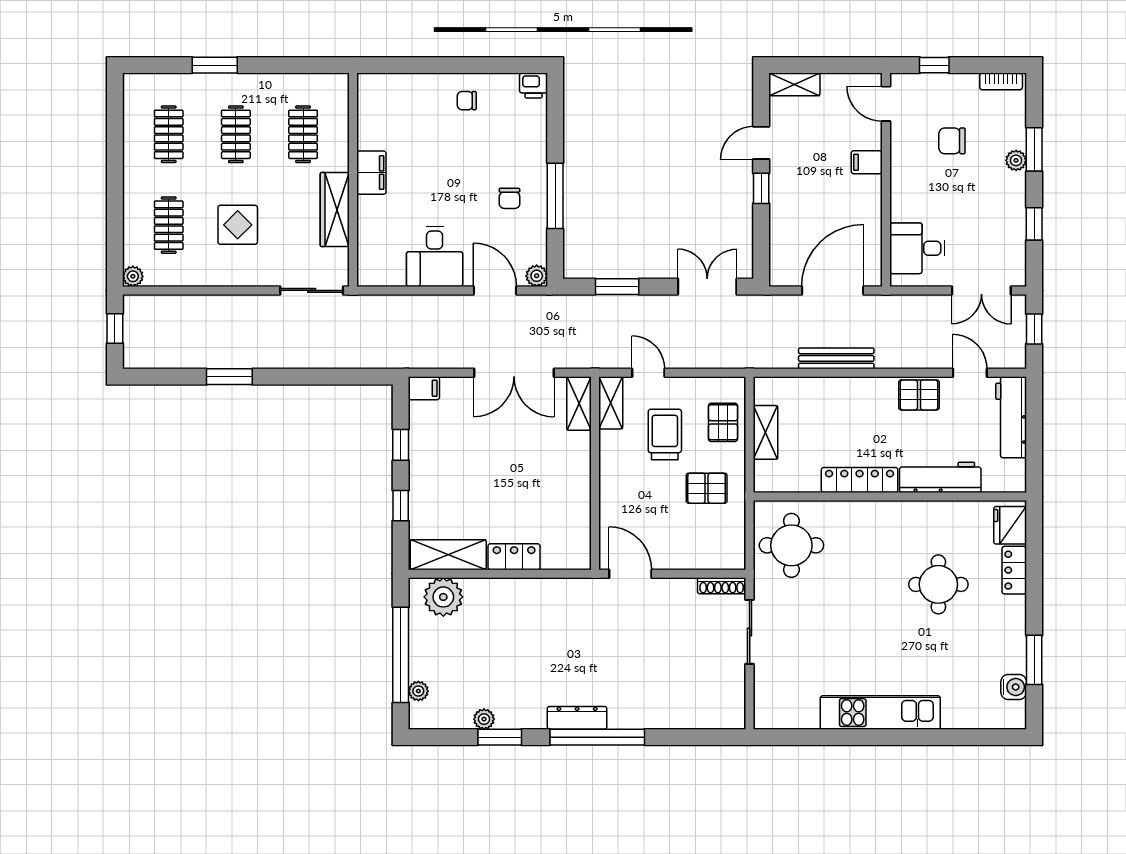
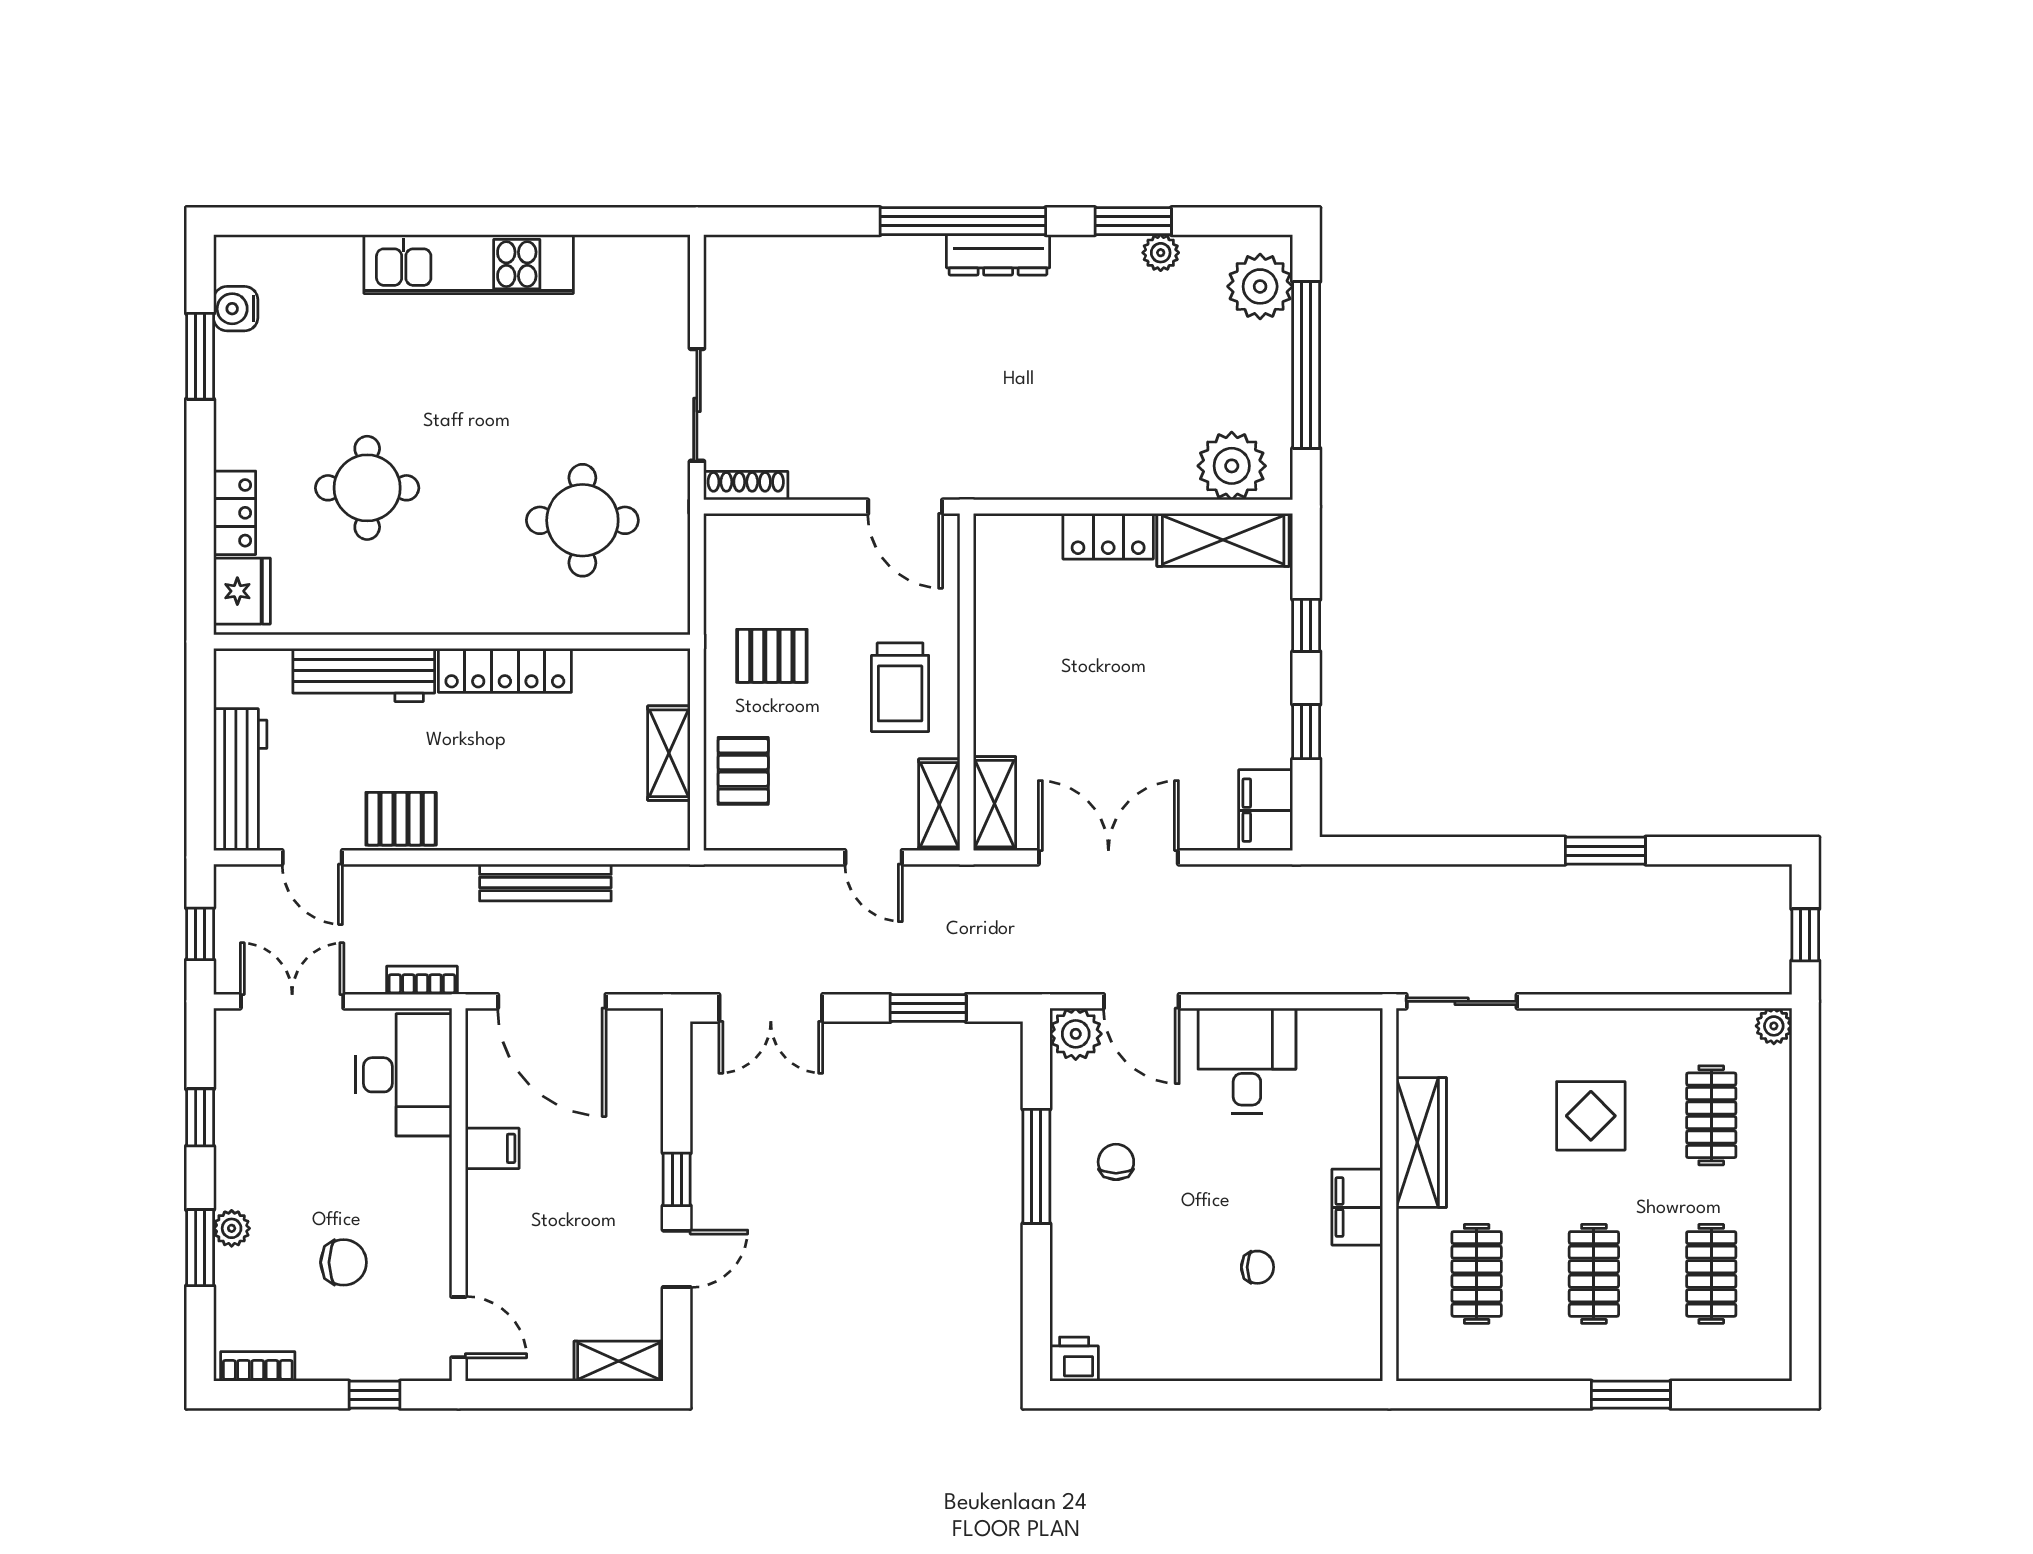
chair: (467, 101) -> (1257, 1267), moved
filing cabinet: (867, 162) -> (492, 1148), moved
desk: (917, 248) -> (404, 1075), width x1.37
plant: (537, 276) -> (1076, 1034), width x1.38, depth x1.38
door: (833, 290) -> (552, 1001), hinge flipped
bookcase: (907, 302) -> (422, 980), added
filing cabinet: (424, 388) -> (1266, 810), width x2.00
trolley: (665, 434) -> (900, 687), moved
round table: (791, 545) -> (582, 520), moved
plant: (418, 691) -> (1260, 286), width x1.87, depth x1.87

